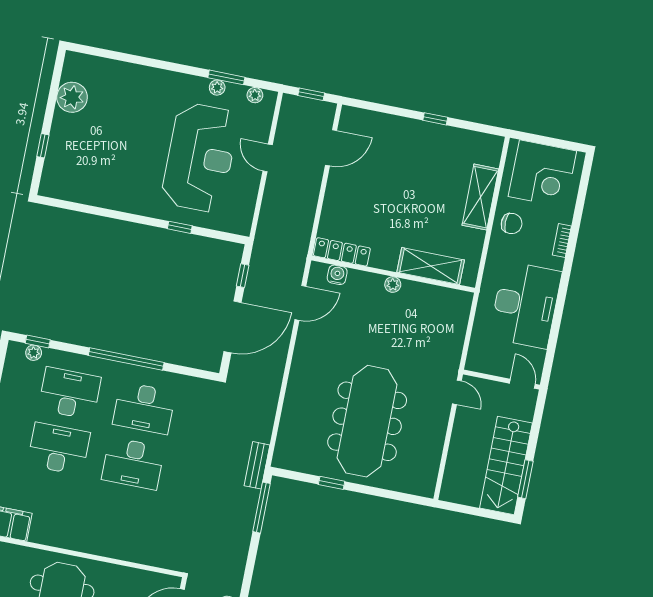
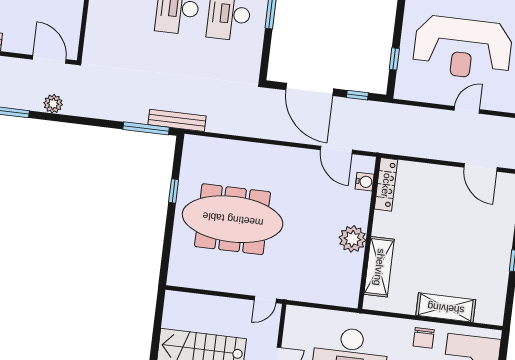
window: (180, 227) -> (394, 59), moved
plant: (393, 285) -> (352, 239), width x1.87, depth x1.87
bench: (257, 465) -> (177, 120), width x1.36

